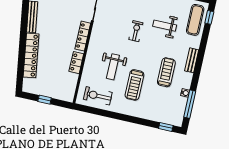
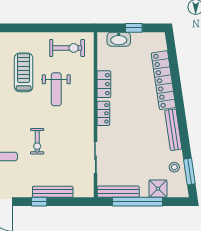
locker: (83, 36) -> (103, 113), width x0.66
weight bench: (113, 67) -> (56, 89), turned 180
washbasin: (58, 94) -> (119, 39), added

